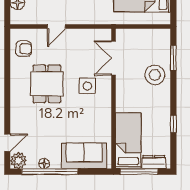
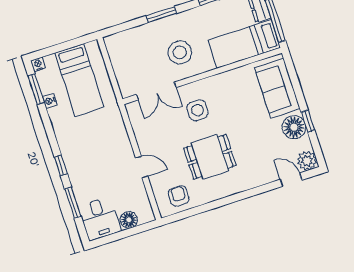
window: (173, 58) -> (161, 14), moved
stool: (155, 75) -> (180, 52), moved
floor lamp: (44, 164) -> (294, 127), width x1.89, depth x1.89
window: (50, 172) -> (308, 121), width x0.32

